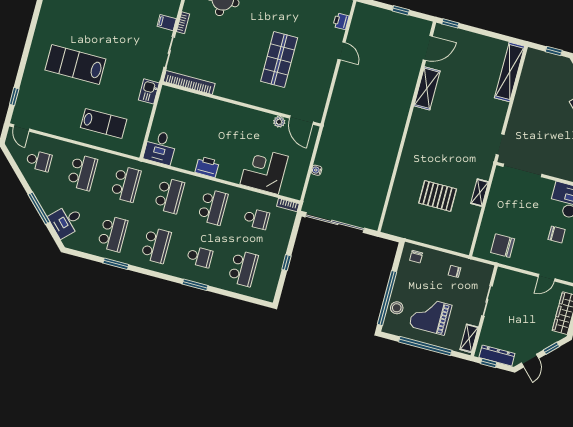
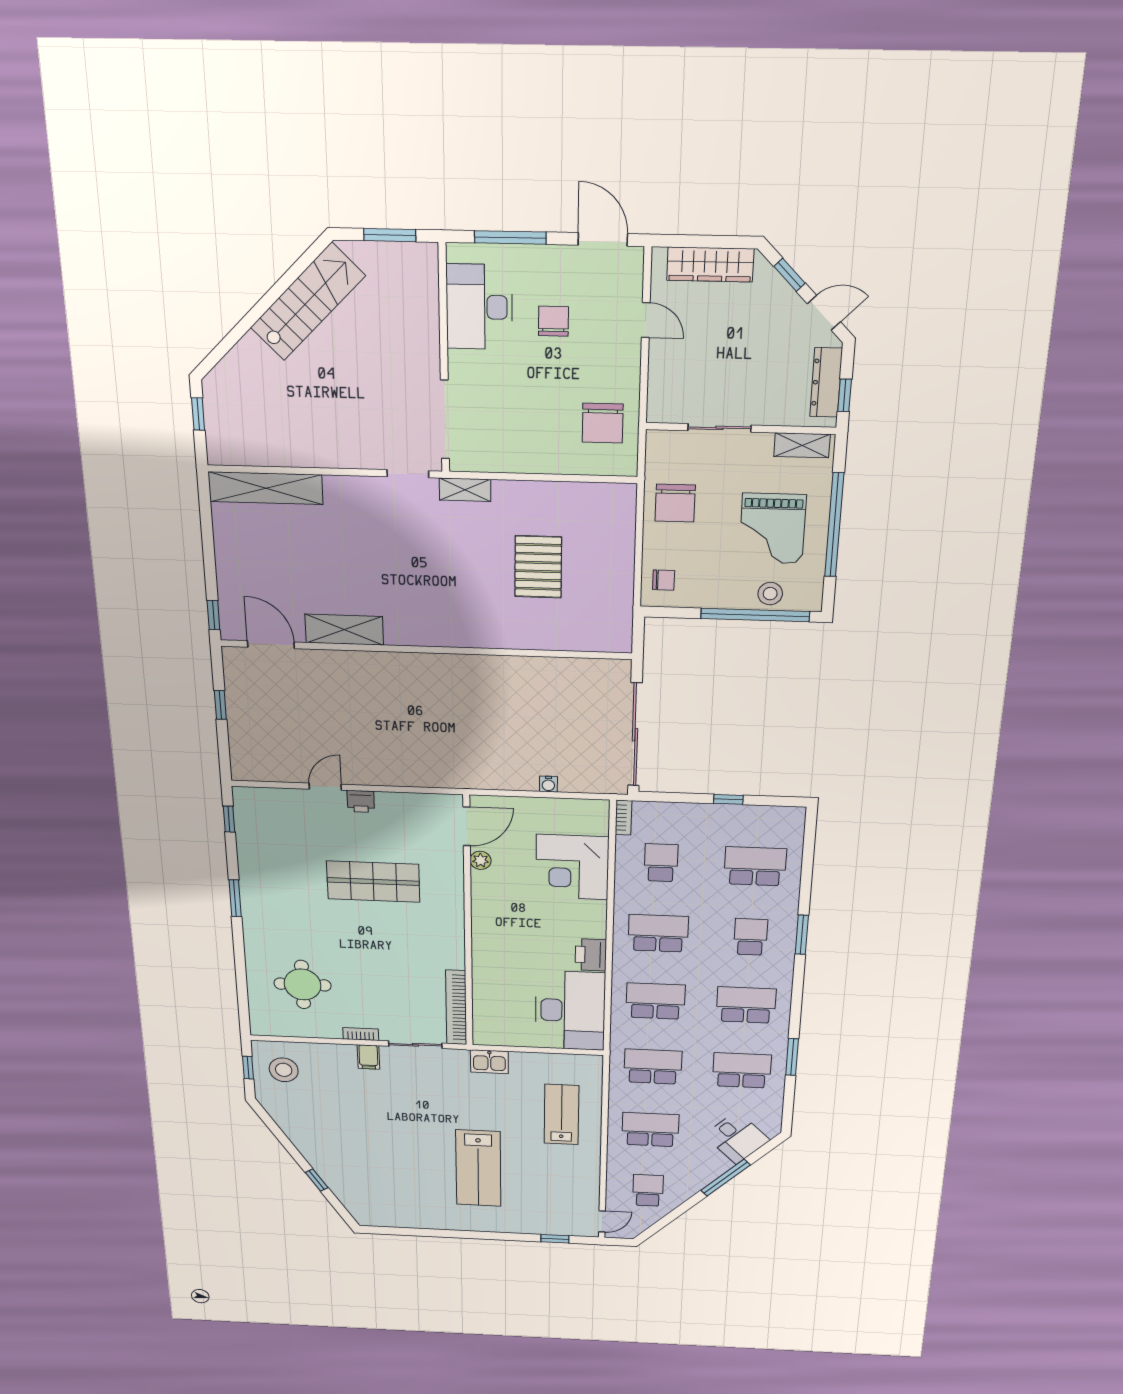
printer: (341, 21) -> (361, 801), moved
desk: (160, 147) -> (570, 1011), width x1.87, depth x1.30
shelving: (480, 193) -> (465, 490), moved
chair: (455, 271) -> (675, 503), width x1.87, depth x1.87

